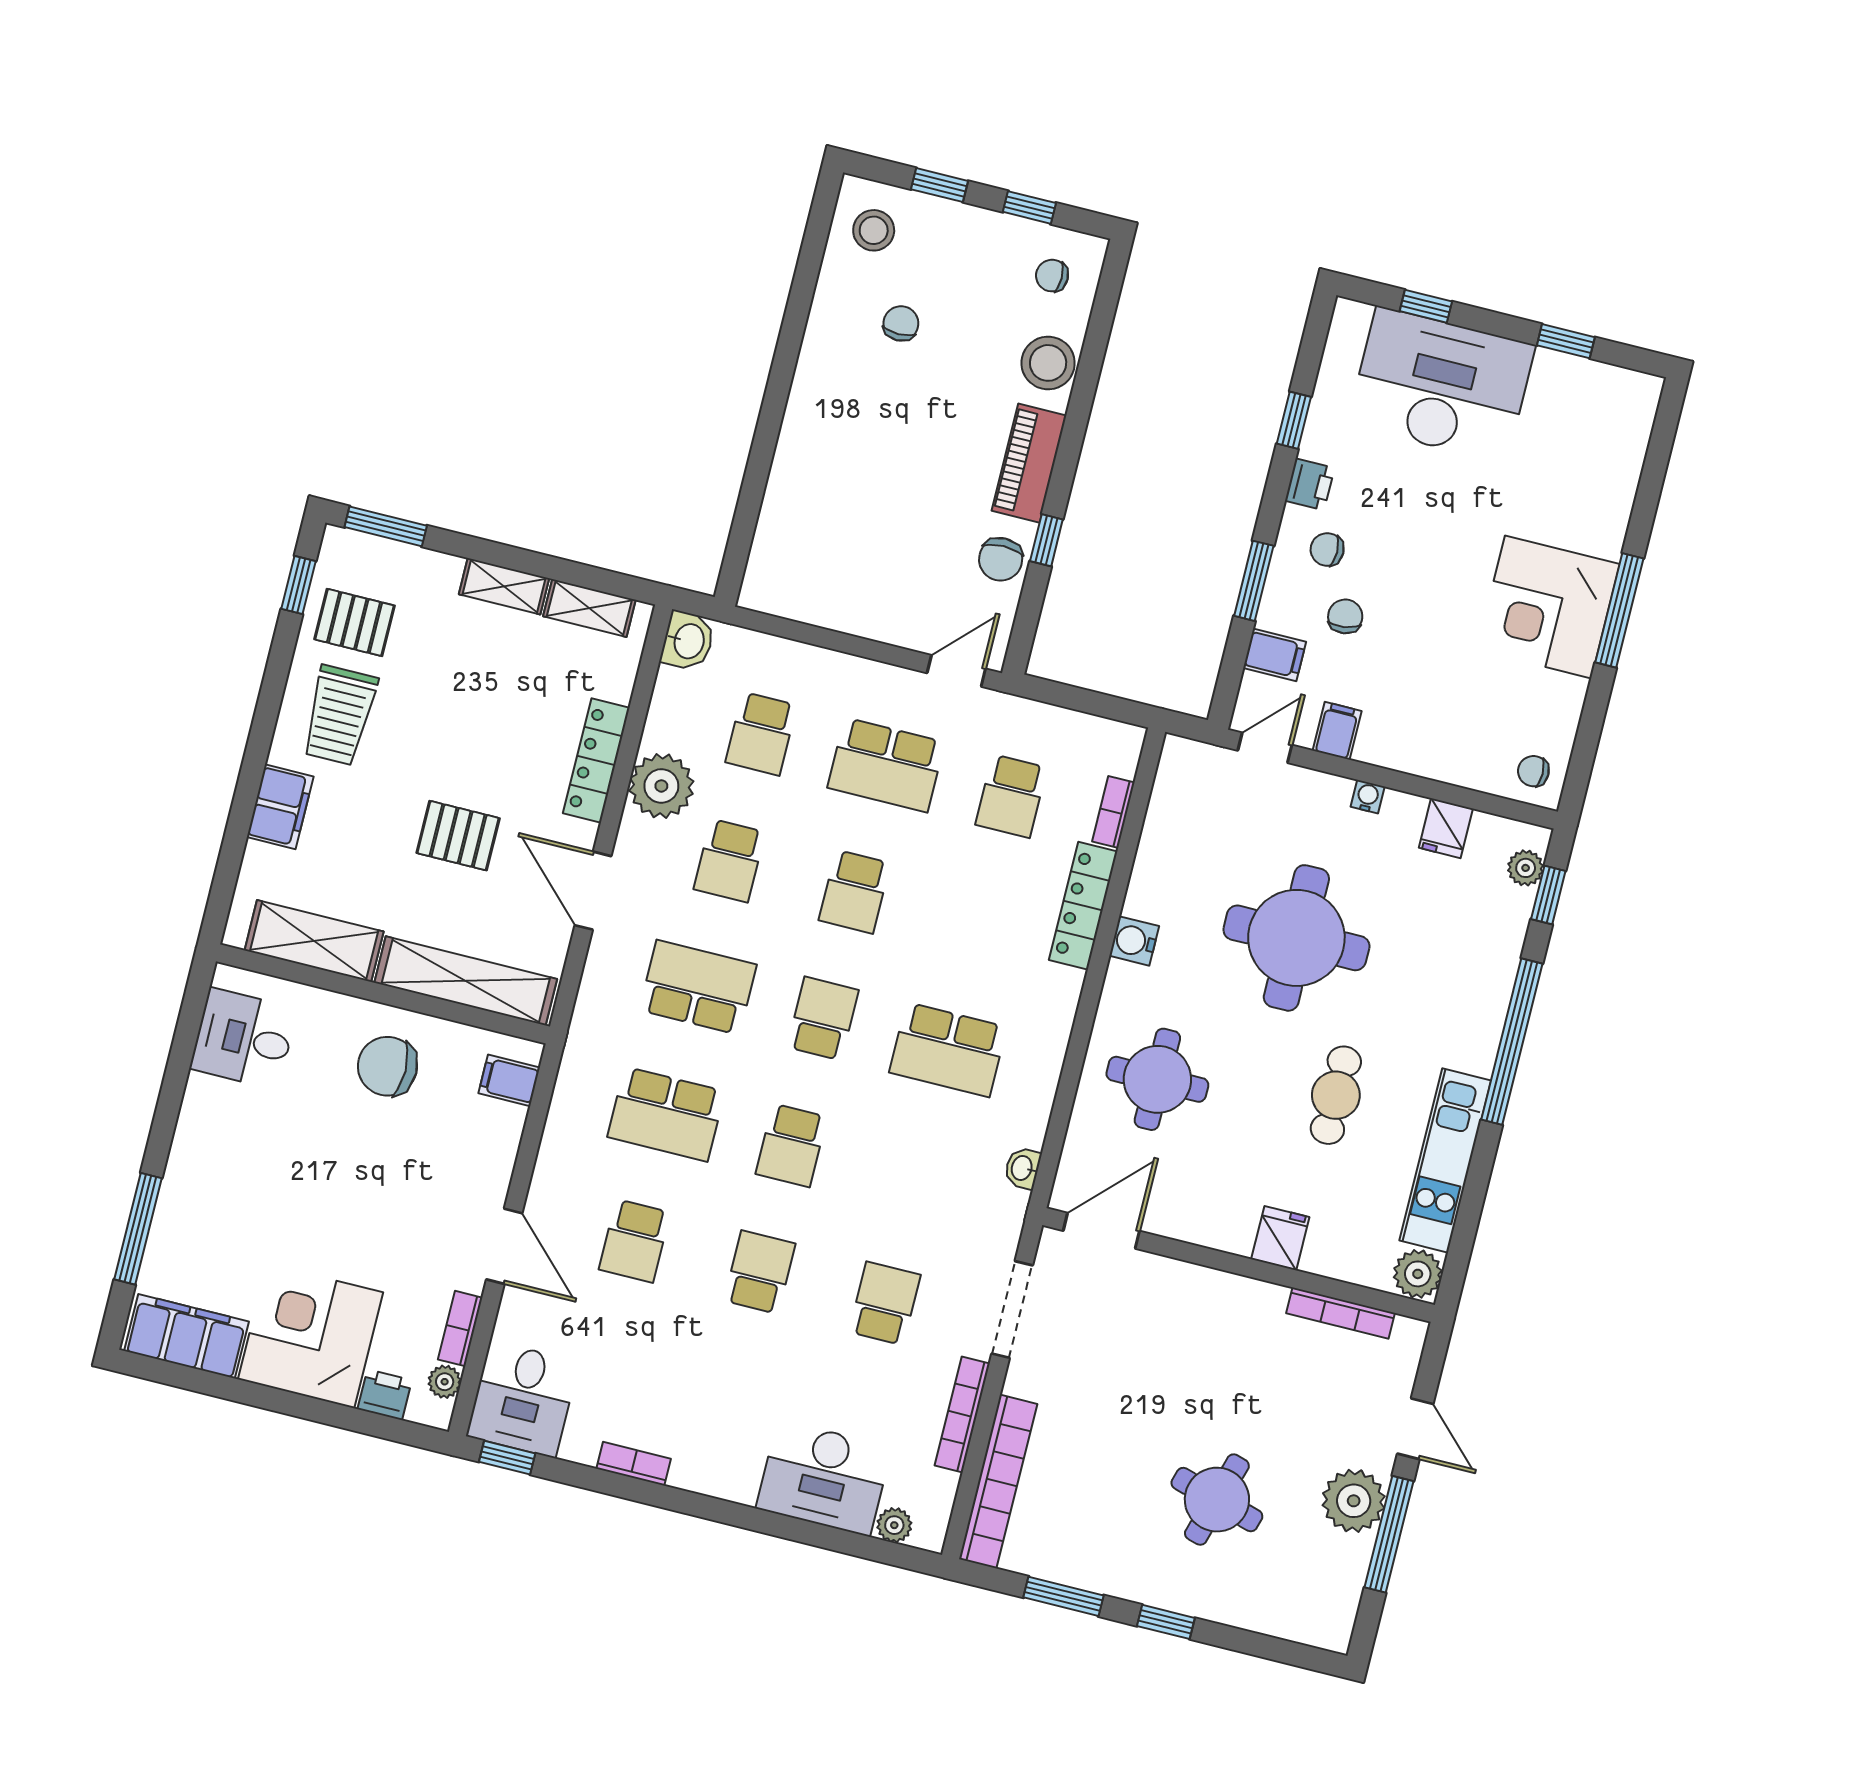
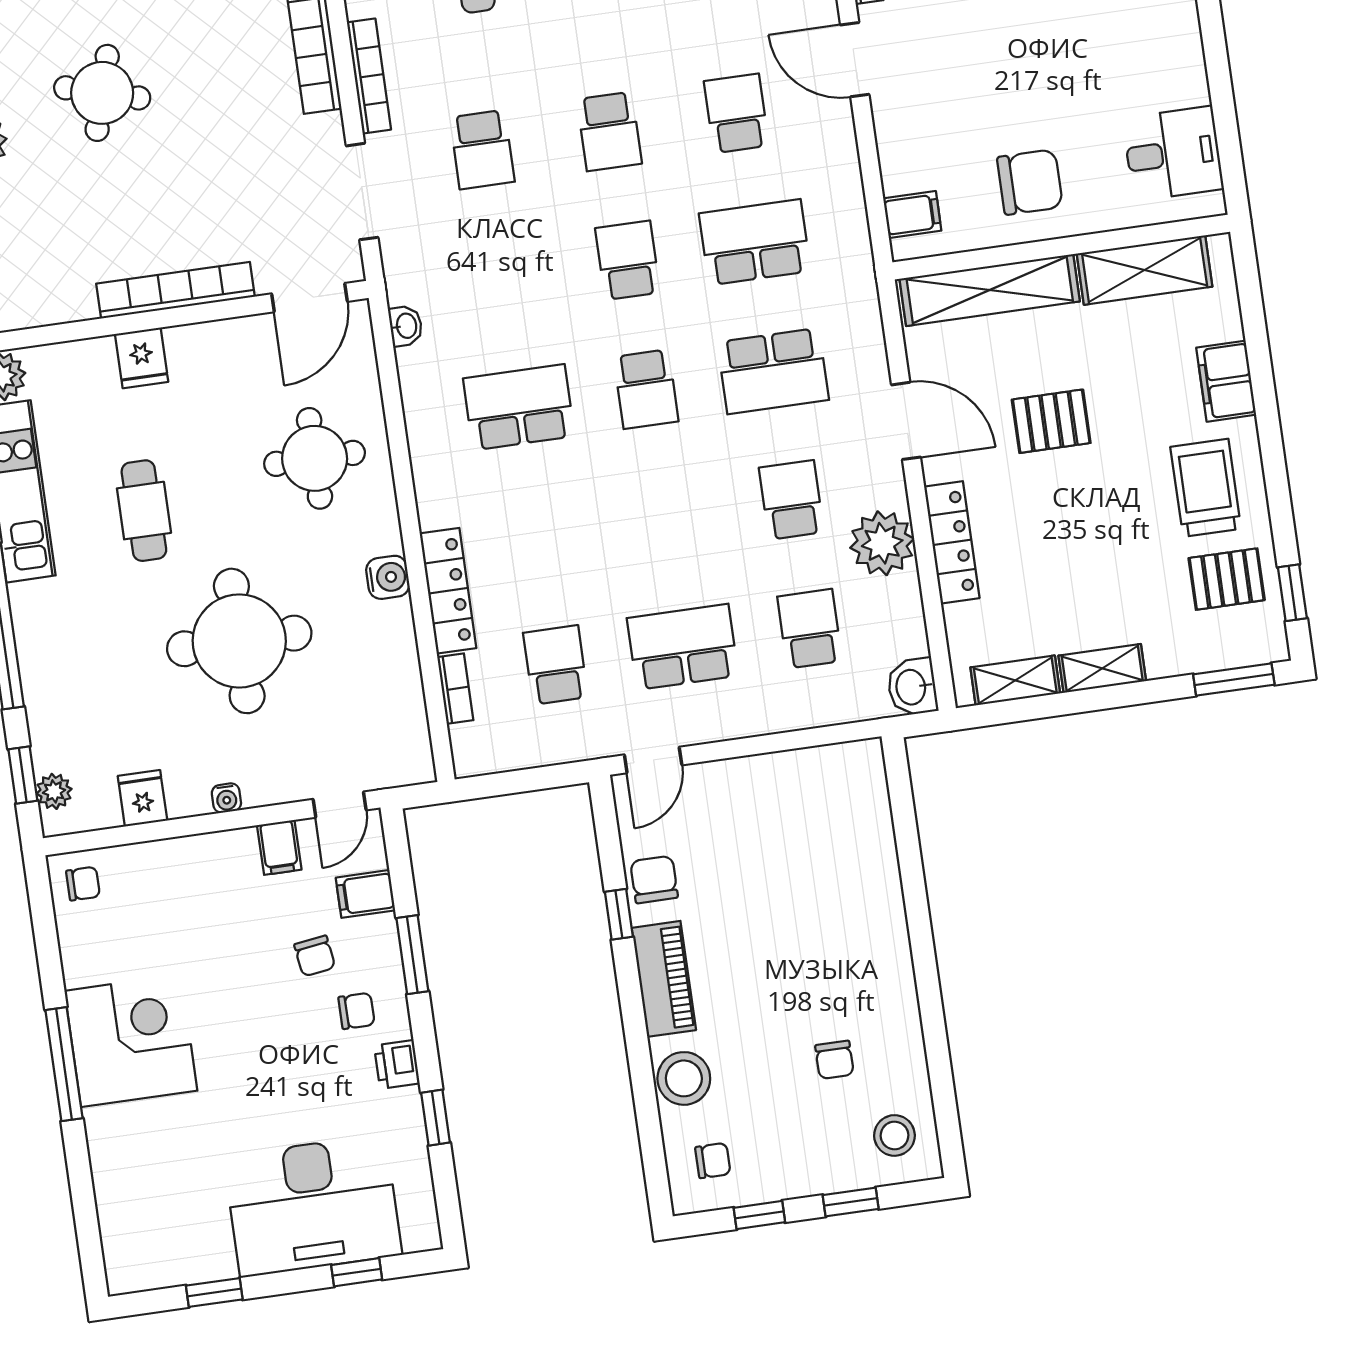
school desk: (855, 892) -> (664, 518), removed
bookcase: (1340, 1313) -> (175, 290), moved, width x1.48, depth x1.31

